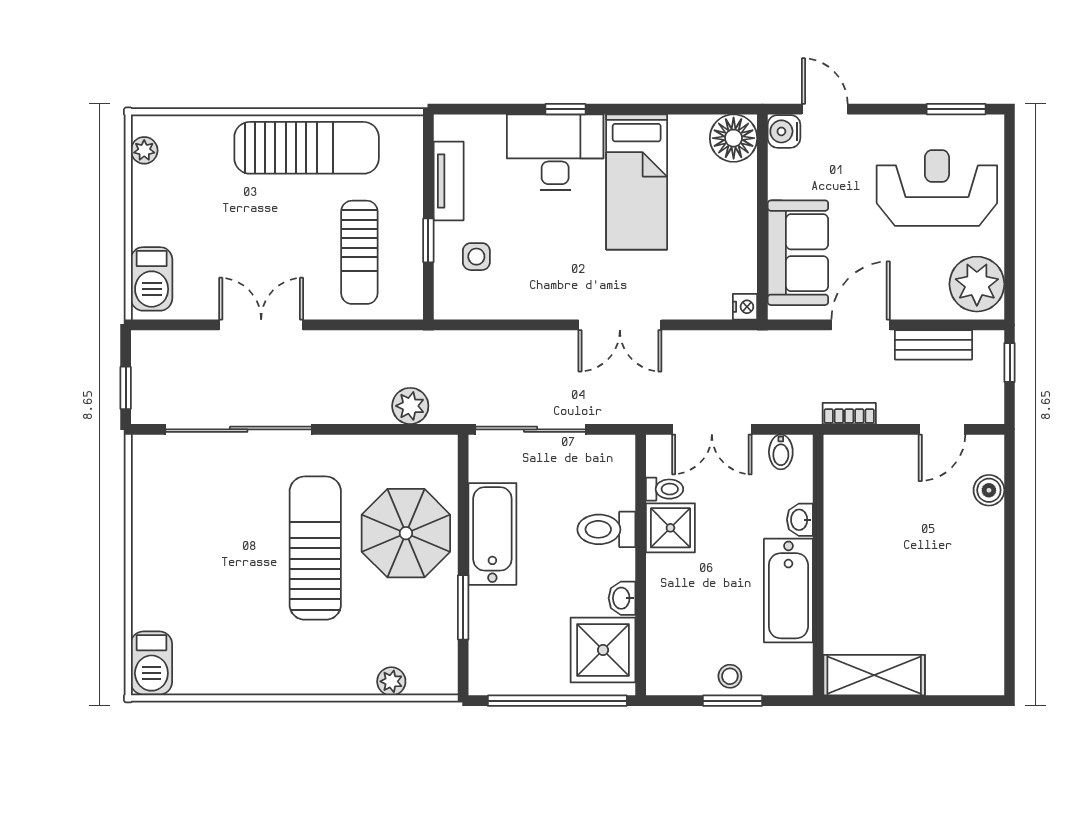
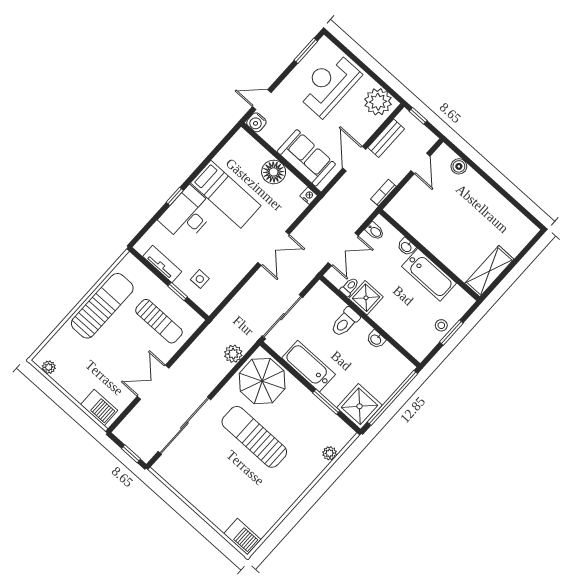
floor lamp: (734, 138) -> (274, 172), moved
parasol: (406, 533) -> (262, 381), moved
shower: (603, 650) -> (359, 406), moved

